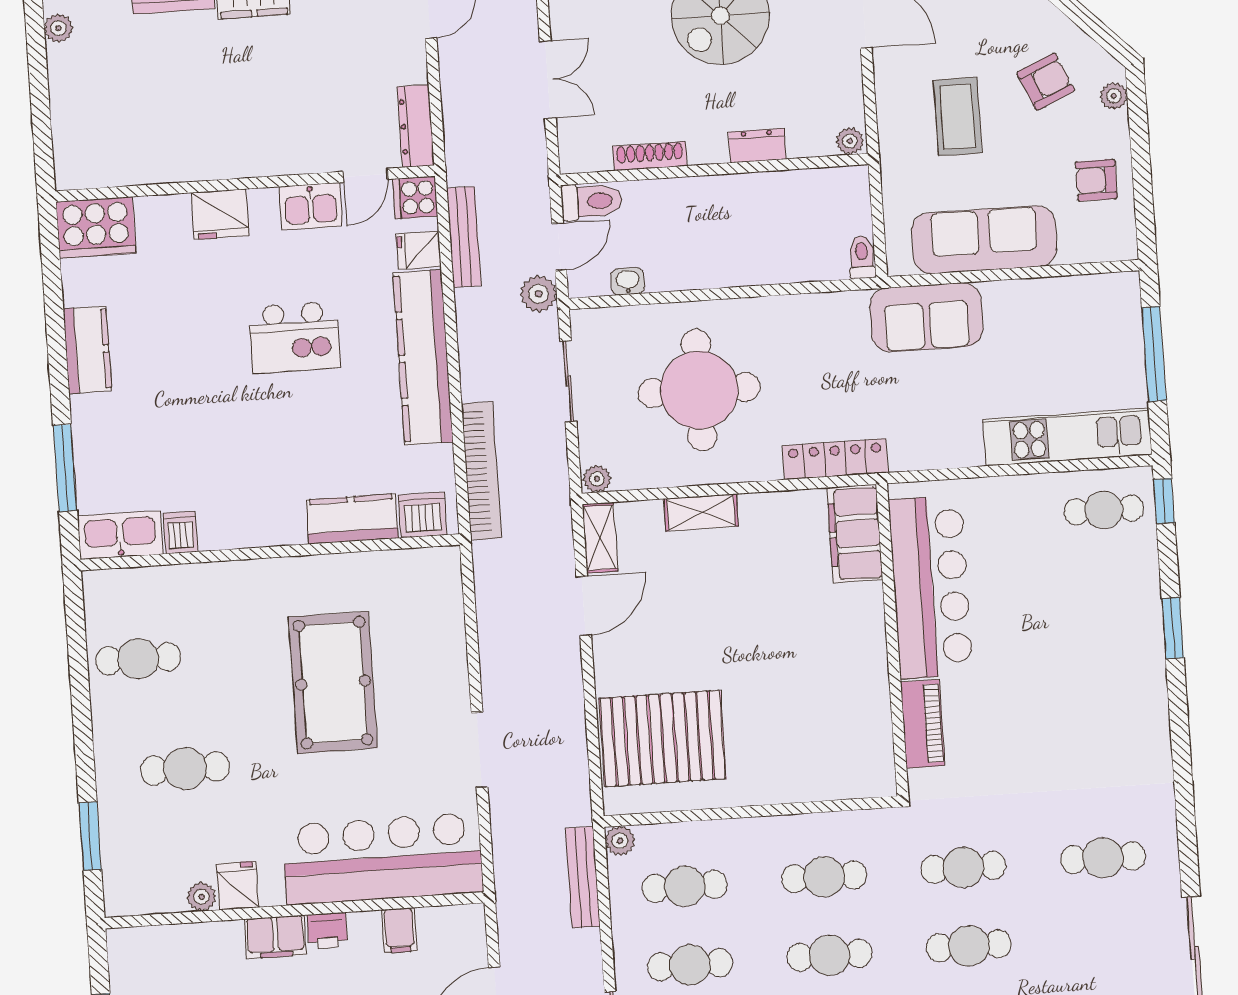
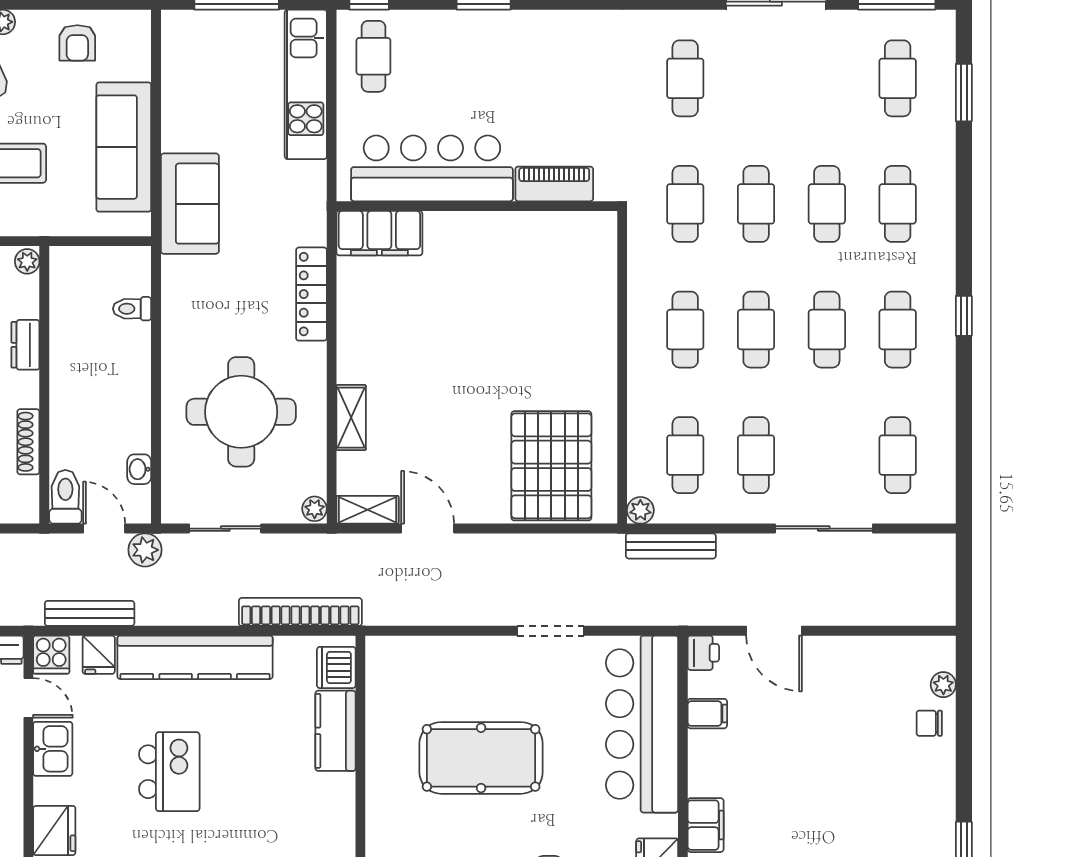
toilet: (862, 257) -> (132, 309), moved
filing cabinet: (855, 534) -> (379, 233), moved
bar counter: (931, 587) -> (432, 168), moved
wall: (892, 640) -> (477, 206), moved
piano: (923, 724) -> (554, 184), moved
printer: (327, 931) -> (703, 653), moved

